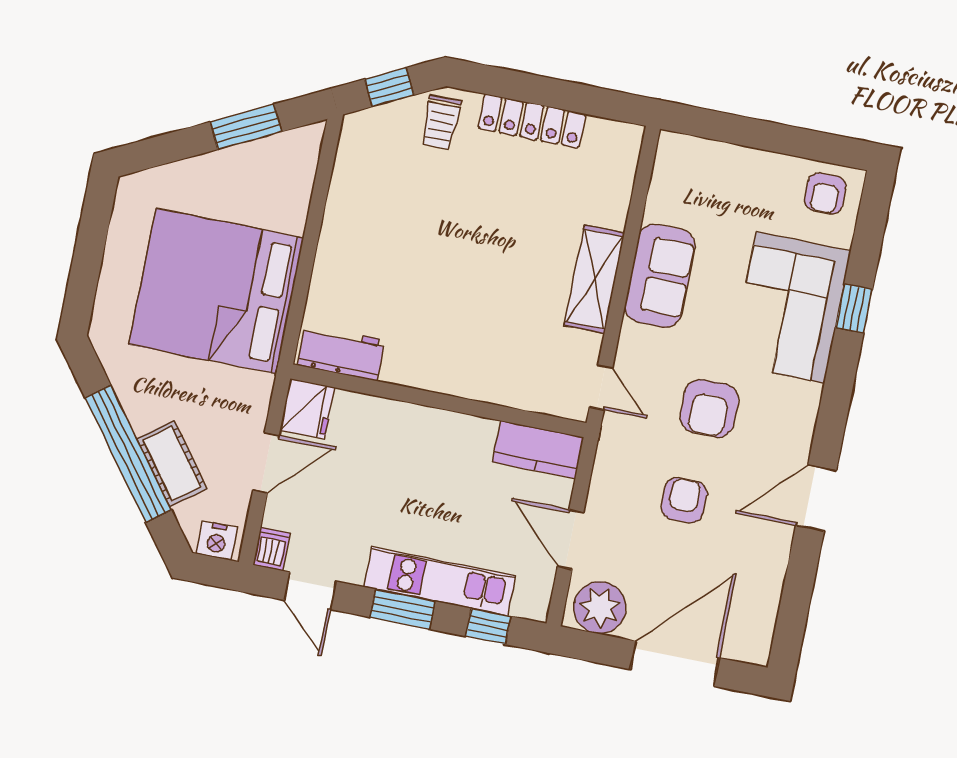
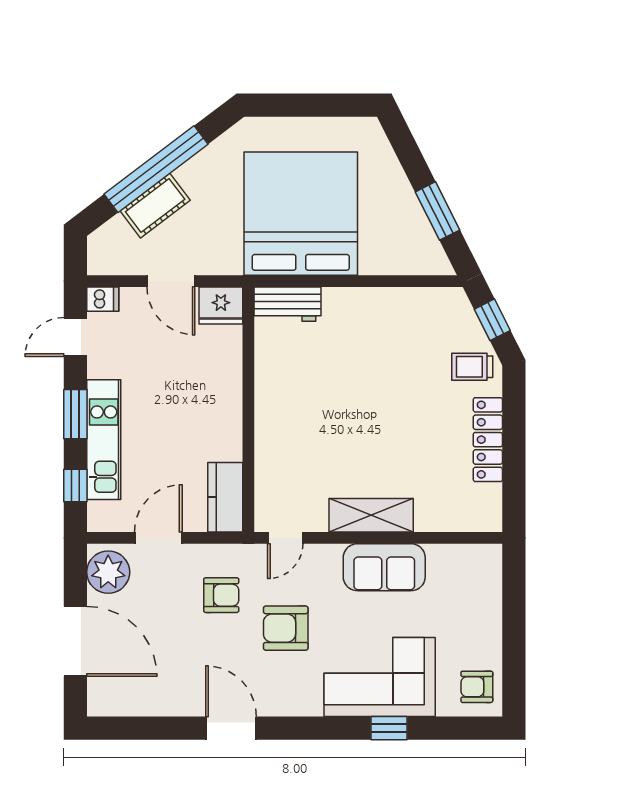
workbench: (341, 353) -> (288, 304), moved, turned 90
armchair: (684, 500) -> (221, 595), moved
nightstand: (217, 541) -> (100, 254), removed

